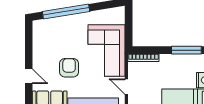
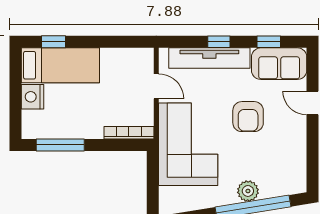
plant: (69, 21) -> (248, 191), added

